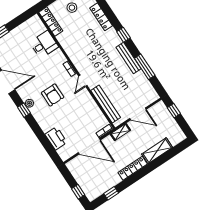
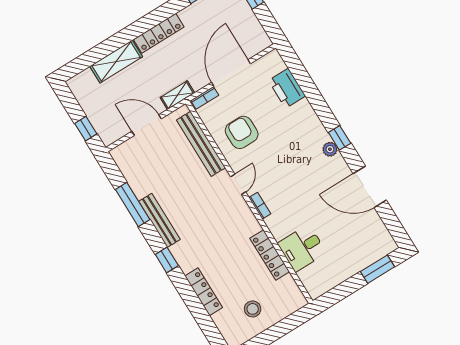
locker: (51, 22) -> (270, 255), moved
armchair: (53, 95) -> (242, 132), moved
door: (89, 146) -> (231, 73), hinge flipped

